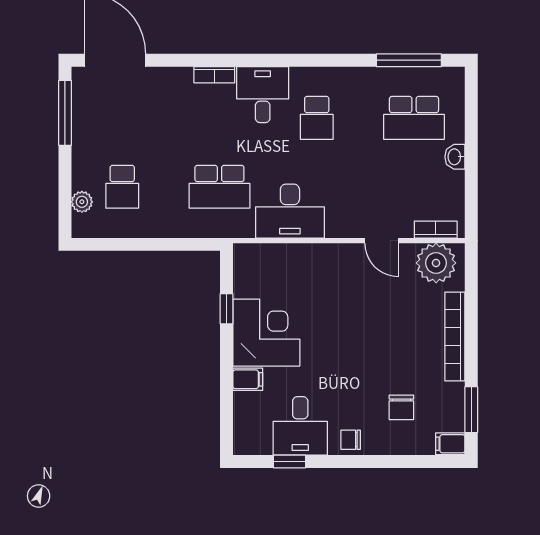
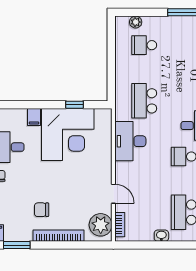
door: (382, 241) -> (113, 194), swing flipped
corner desk: (266, 333) -> (68, 135), width x1.36, depth x1.36
chair: (401, 407) -> (42, 210), moved

